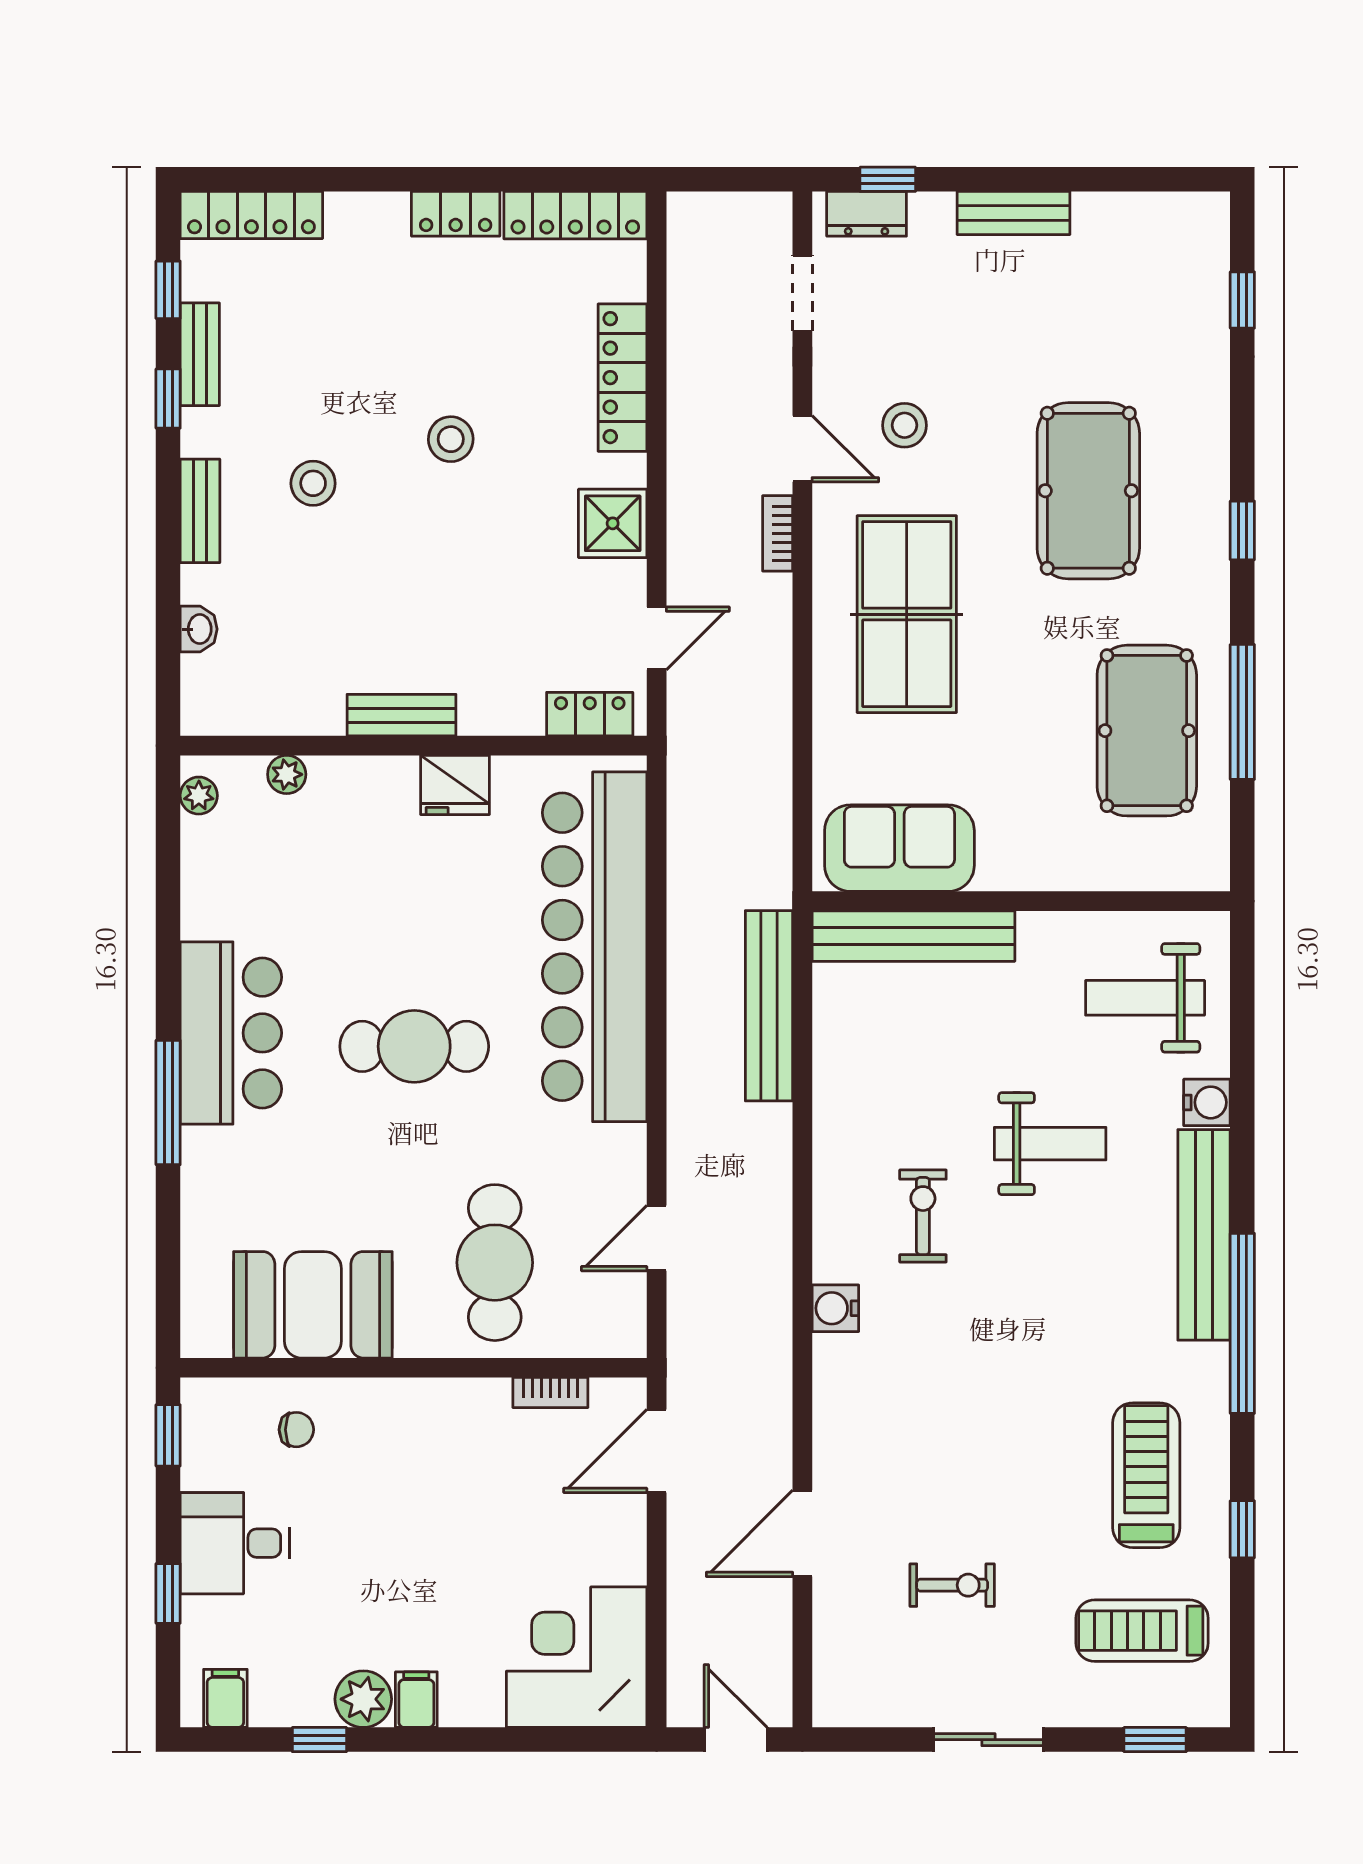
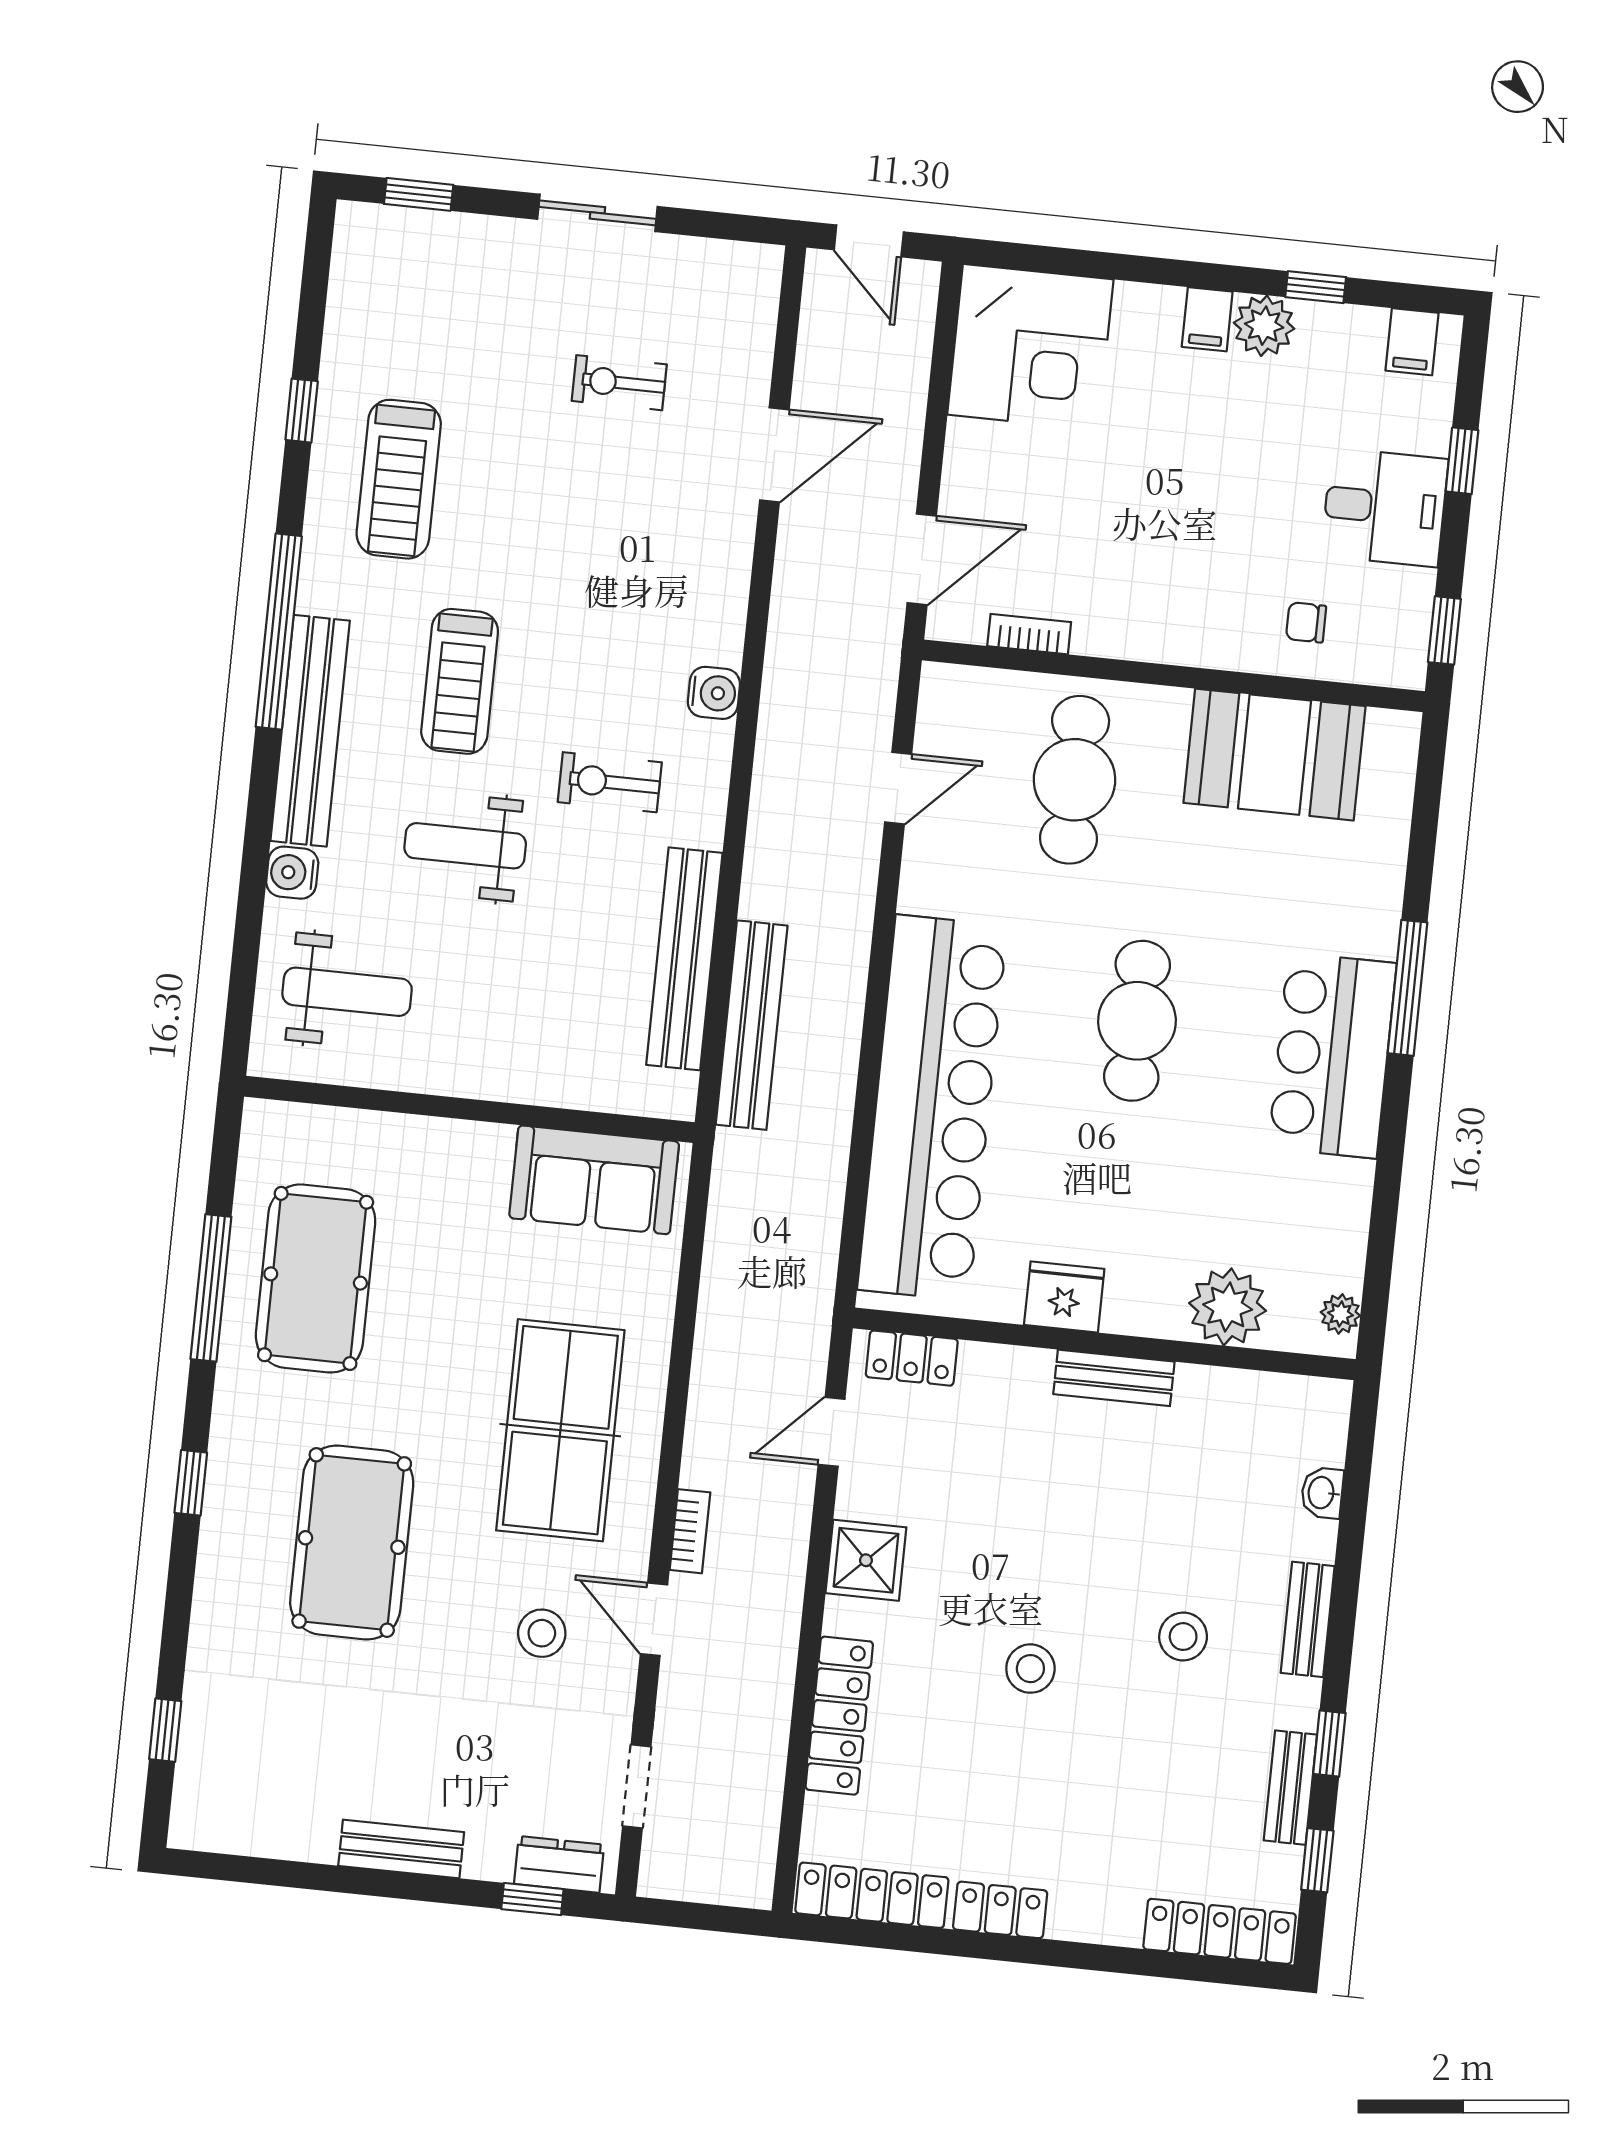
plant: (287, 774) -> (1228, 1307), width x1.88, depth x1.88
bench: (913, 936) -> (684, 959), moved, turned 90
cafe table: (414, 1046) -> (1137, 1021), turned 90
exercise bike: (923, 1216) -> (610, 782), turned 90
treadmill: (1142, 1631) -> (460, 681), moved, turned 90

